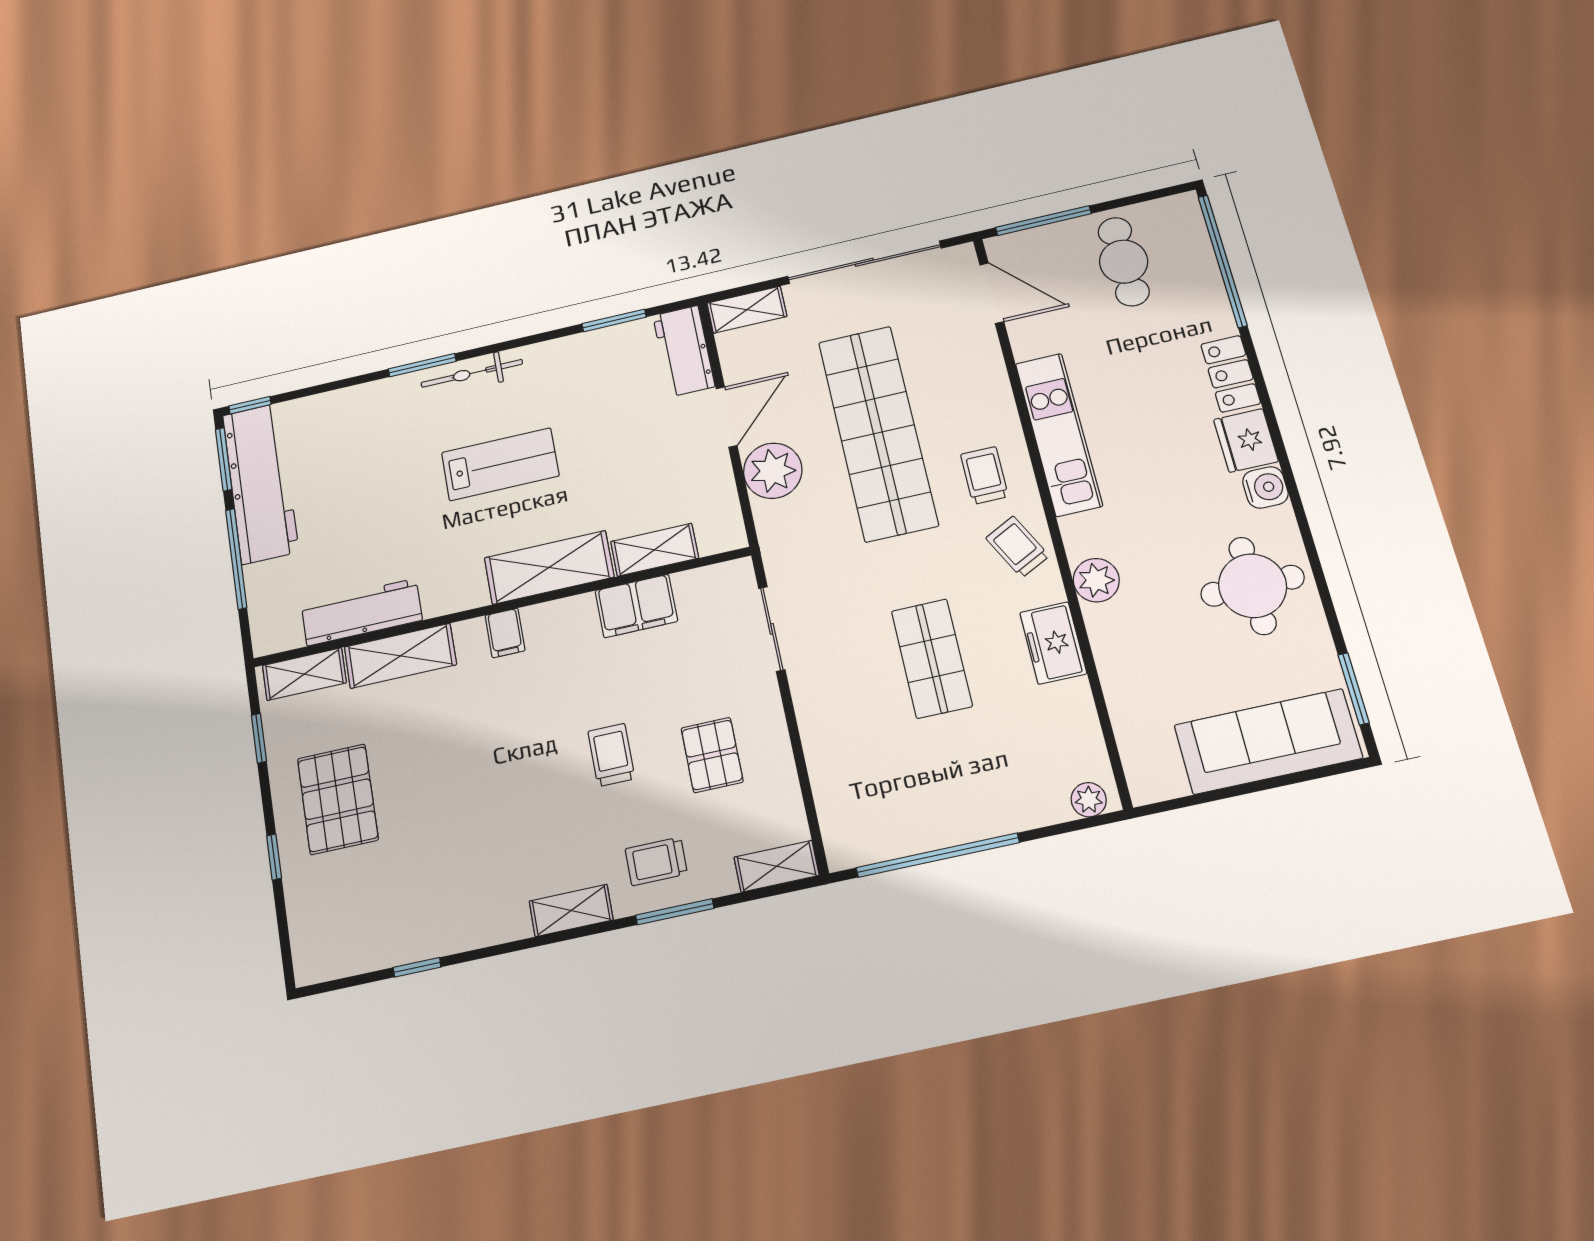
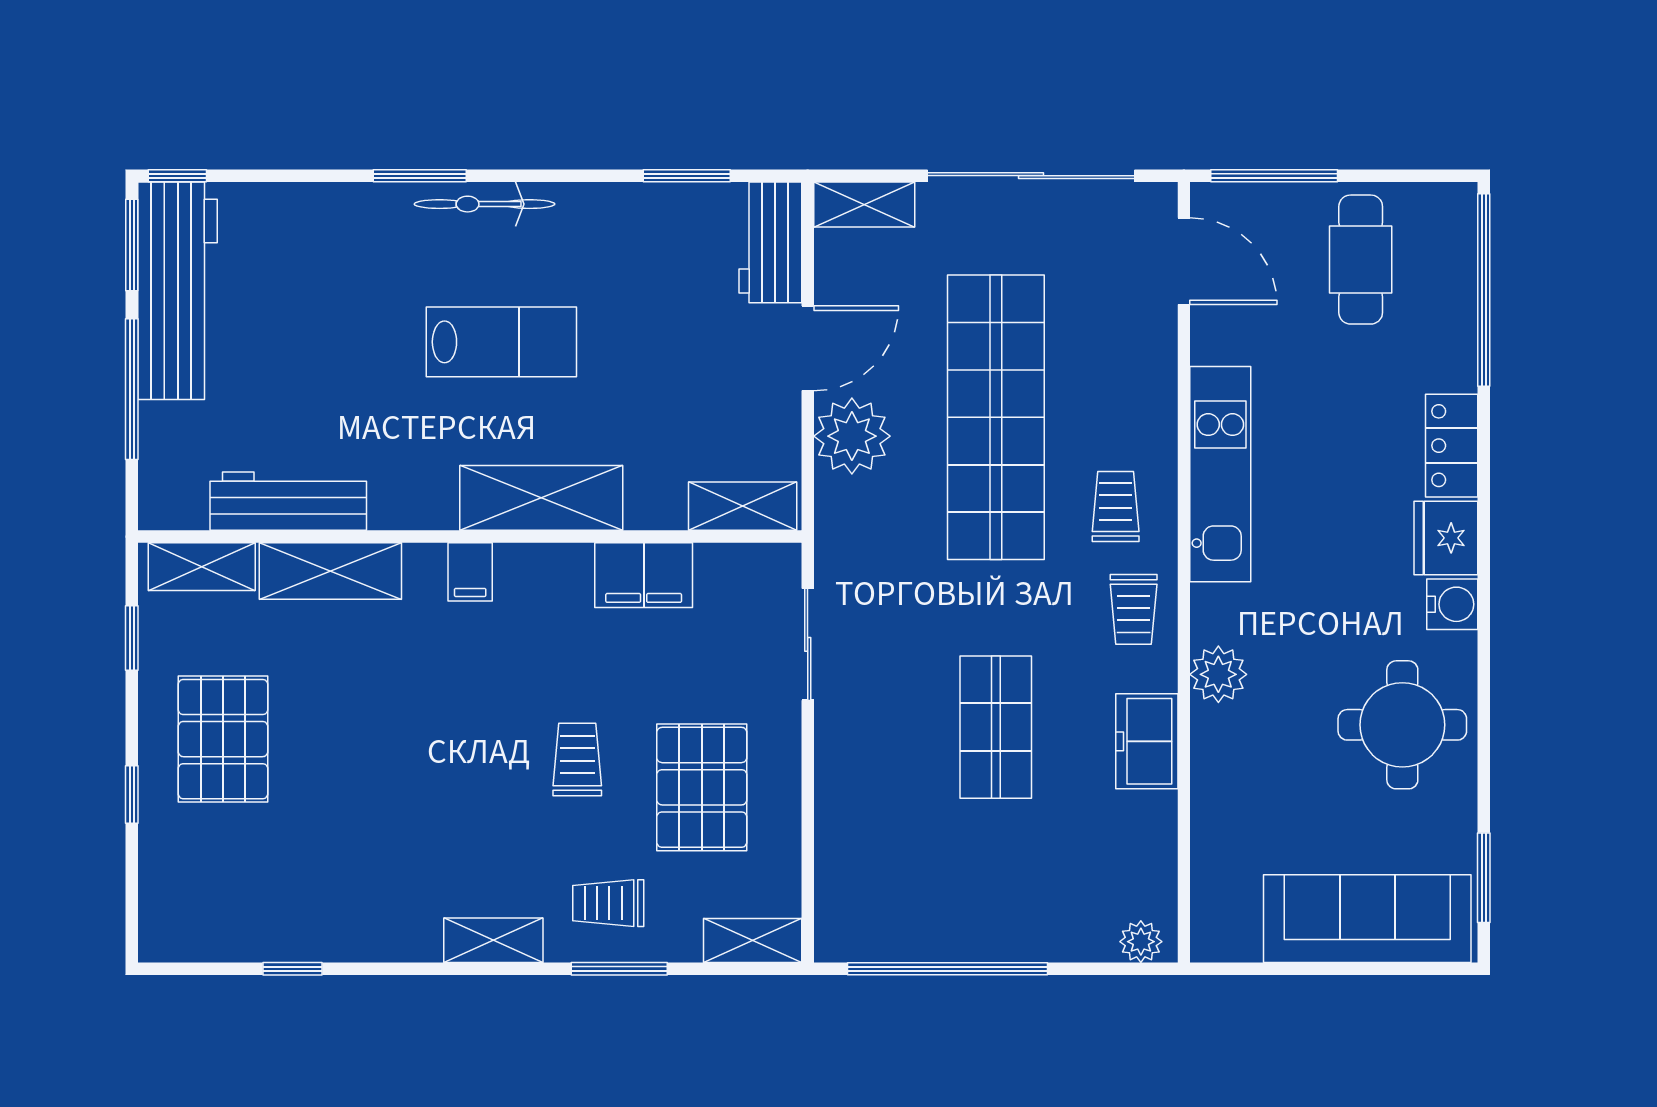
trolley: (1017, 547) -> (1134, 609), turned -153
shelving: (655, 550) -> (743, 506), moved
pallet: (712, 755) -> (702, 787), width x1.50, depth x1.42

